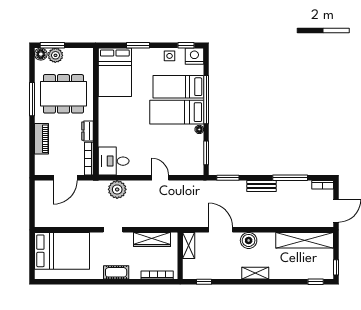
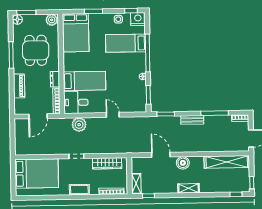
plant: (55, 55) -> (52, 20), moved
dining table: (63, 94) -> (36, 50), width x0.73
bed: (177, 112) -> (85, 81), moved, turned 180
shelving: (189, 246) -> (136, 184), moved

